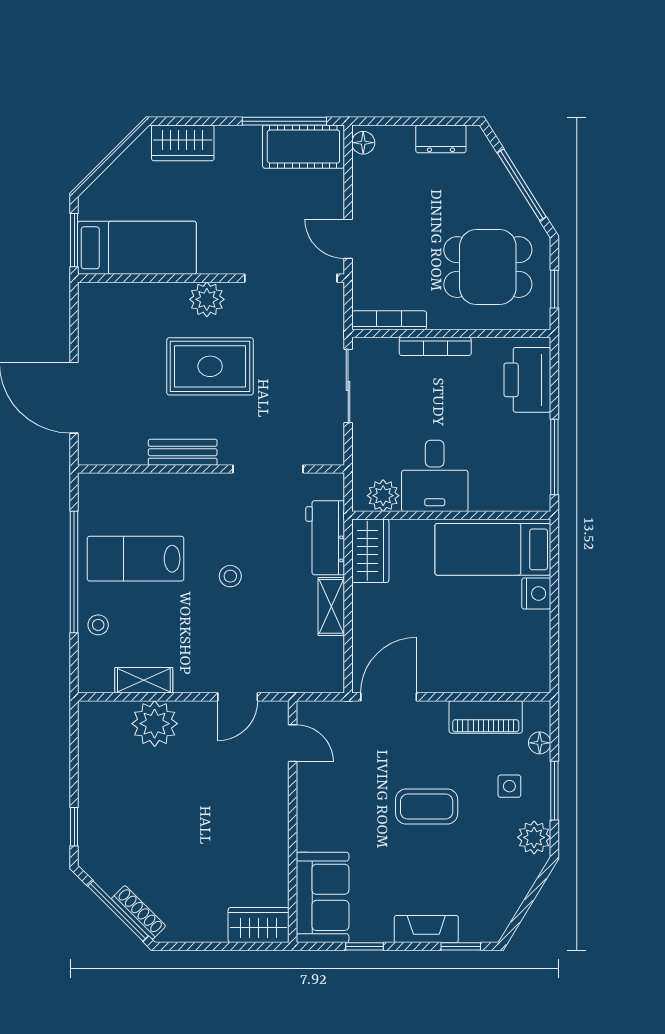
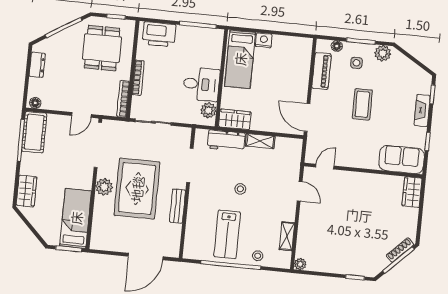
rug: (210, 366) -> (137, 189), width x1.37, depth x1.44
plant: (155, 724) -> (300, 264), moved, width x0.53, depth x0.53

